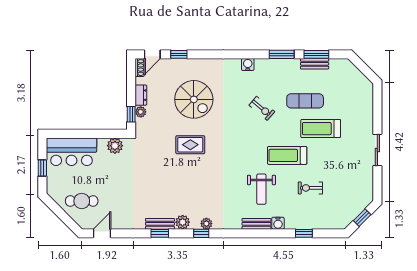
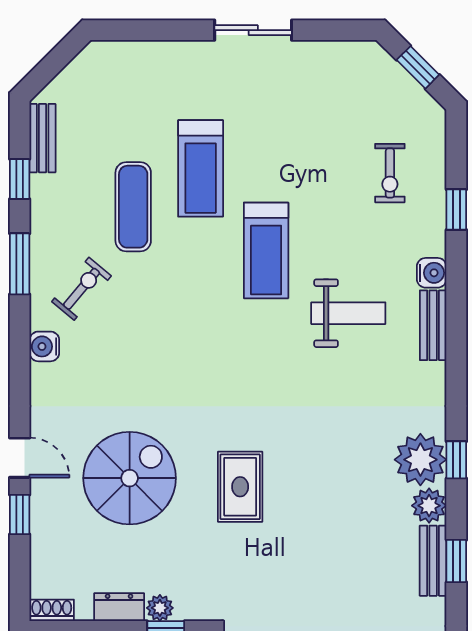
door: (152, 54) -> (20, 458), moved
window: (316, 54) -> (20, 179), width x0.67
bench: (315, 64) -> (43, 138), moved
exercise bike: (262, 108) -> (82, 289), moved
exercise bike: (310, 188) -> (390, 173), moved
plant: (206, 224) -> (420, 460), width x1.88, depth x1.88

